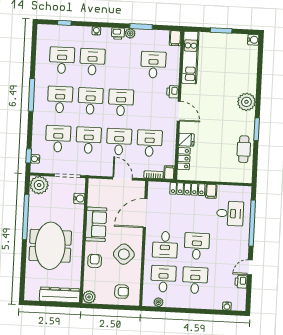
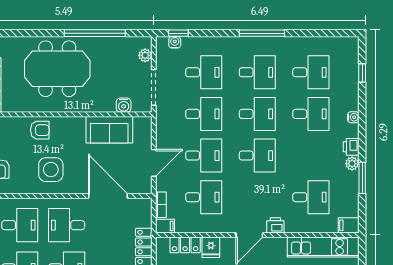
plant: (39, 185) -> (145, 55), width x0.53, depth x0.53
sofa: (96, 224) -> (109, 130), moved
side table: (124, 254) -> (51, 170), turned 45

